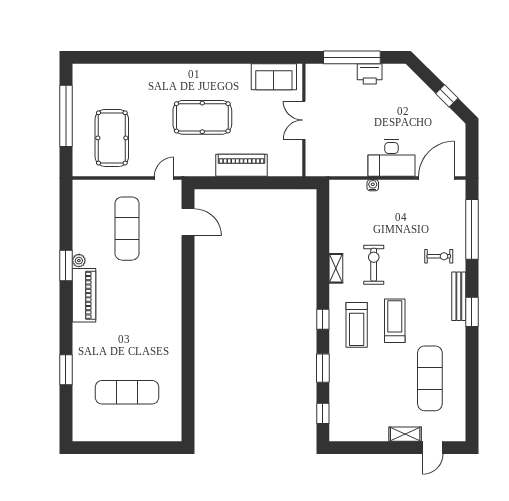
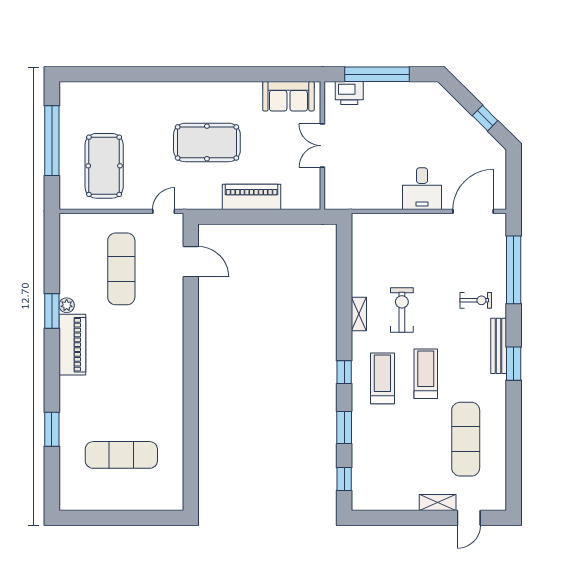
printer: (370, 74) -> (349, 93), moved
desk: (391, 158) -> (422, 189), width x0.73
water cooler: (373, 185) -> (401, 220), removed
treadmill: (357, 325) -> (382, 378), turned 180

